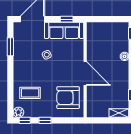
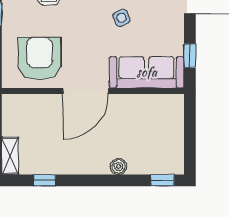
sofa: (64, 30) -> (147, 72), moved, turned 90

